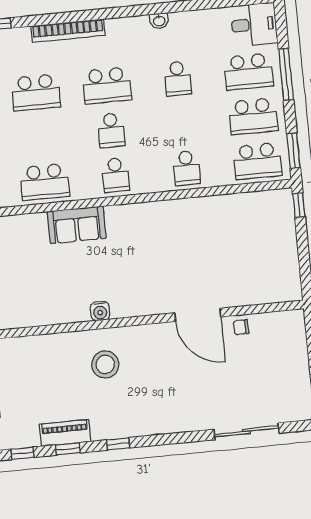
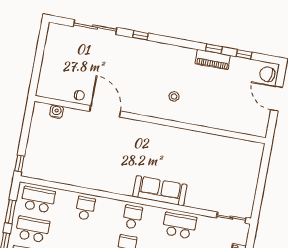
window: (293, 151) -> (11, 212), moved
sofa: (77, 225) -> (160, 191), width x1.36
water cooler: (100, 311) -> (56, 111), moved
stool: (105, 364) -> (174, 96), width x0.53, depth x0.53
window: (118, 444) -> (141, 35), moved

